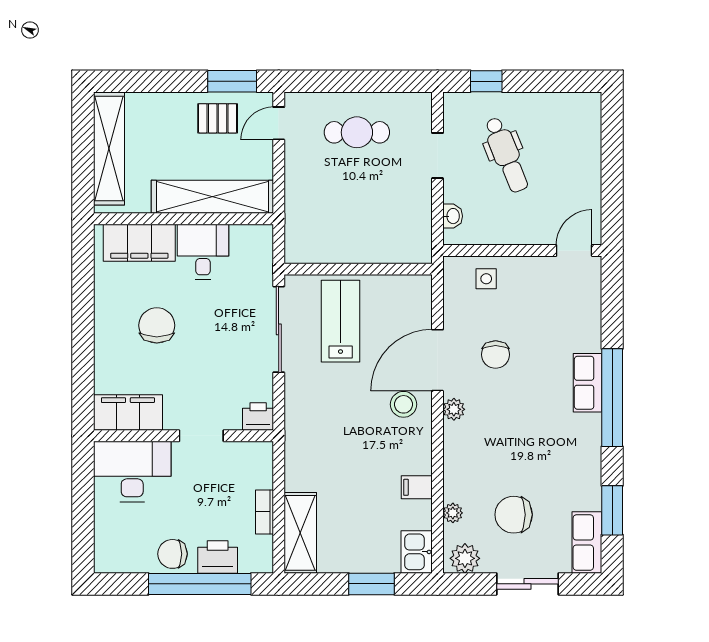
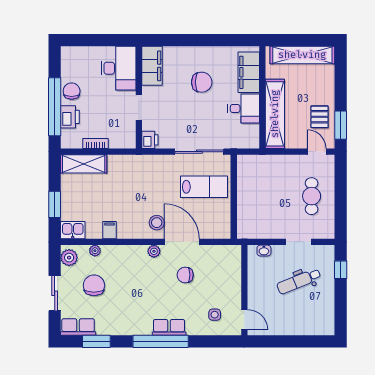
side table: (486, 279) -> (215, 315), moved

